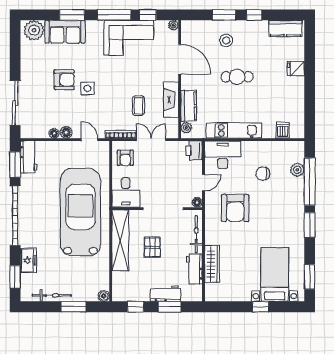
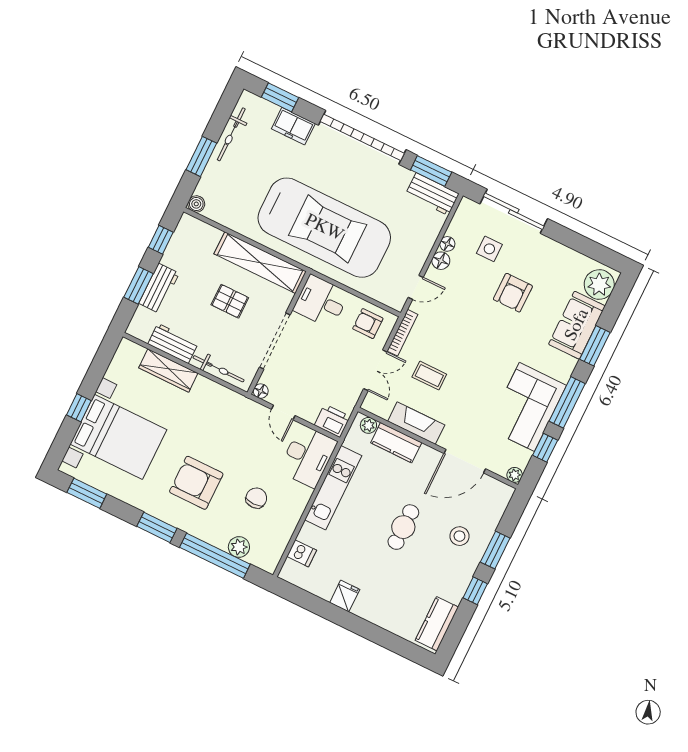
fridge: (296, 69) -> (345, 596), moved
side table: (87, 88) -> (489, 249), moved
armchair: (235, 208) -> (196, 483), moved
bed with nightstands: (275, 274) -> (118, 437), width x1.36

